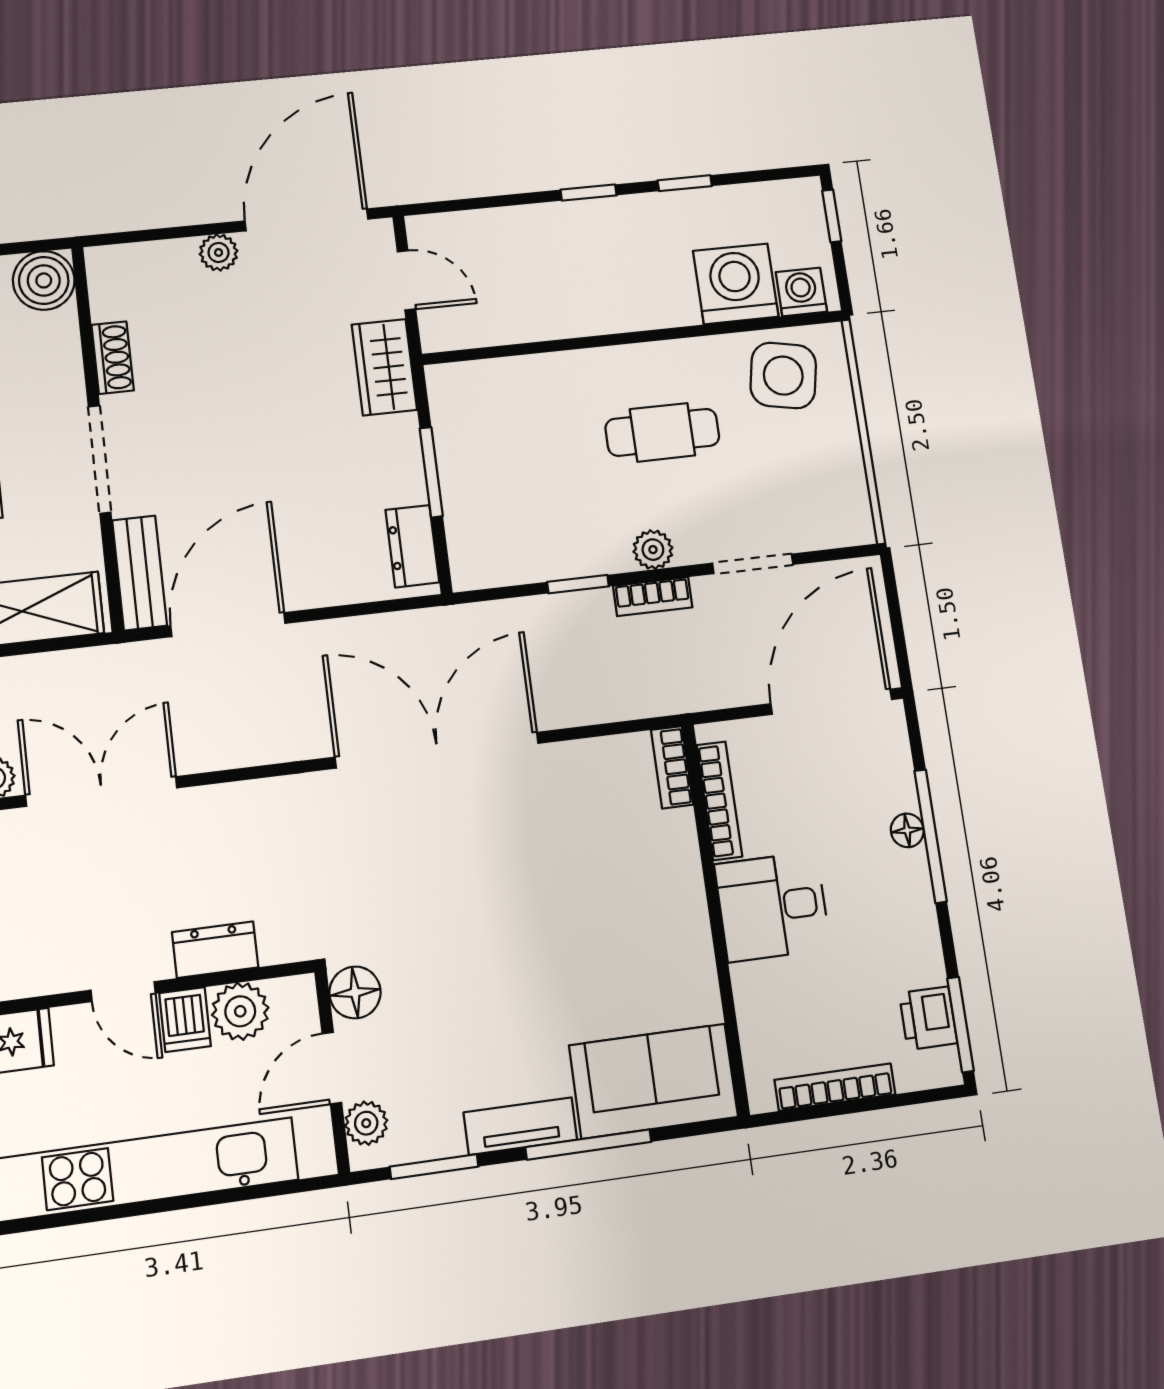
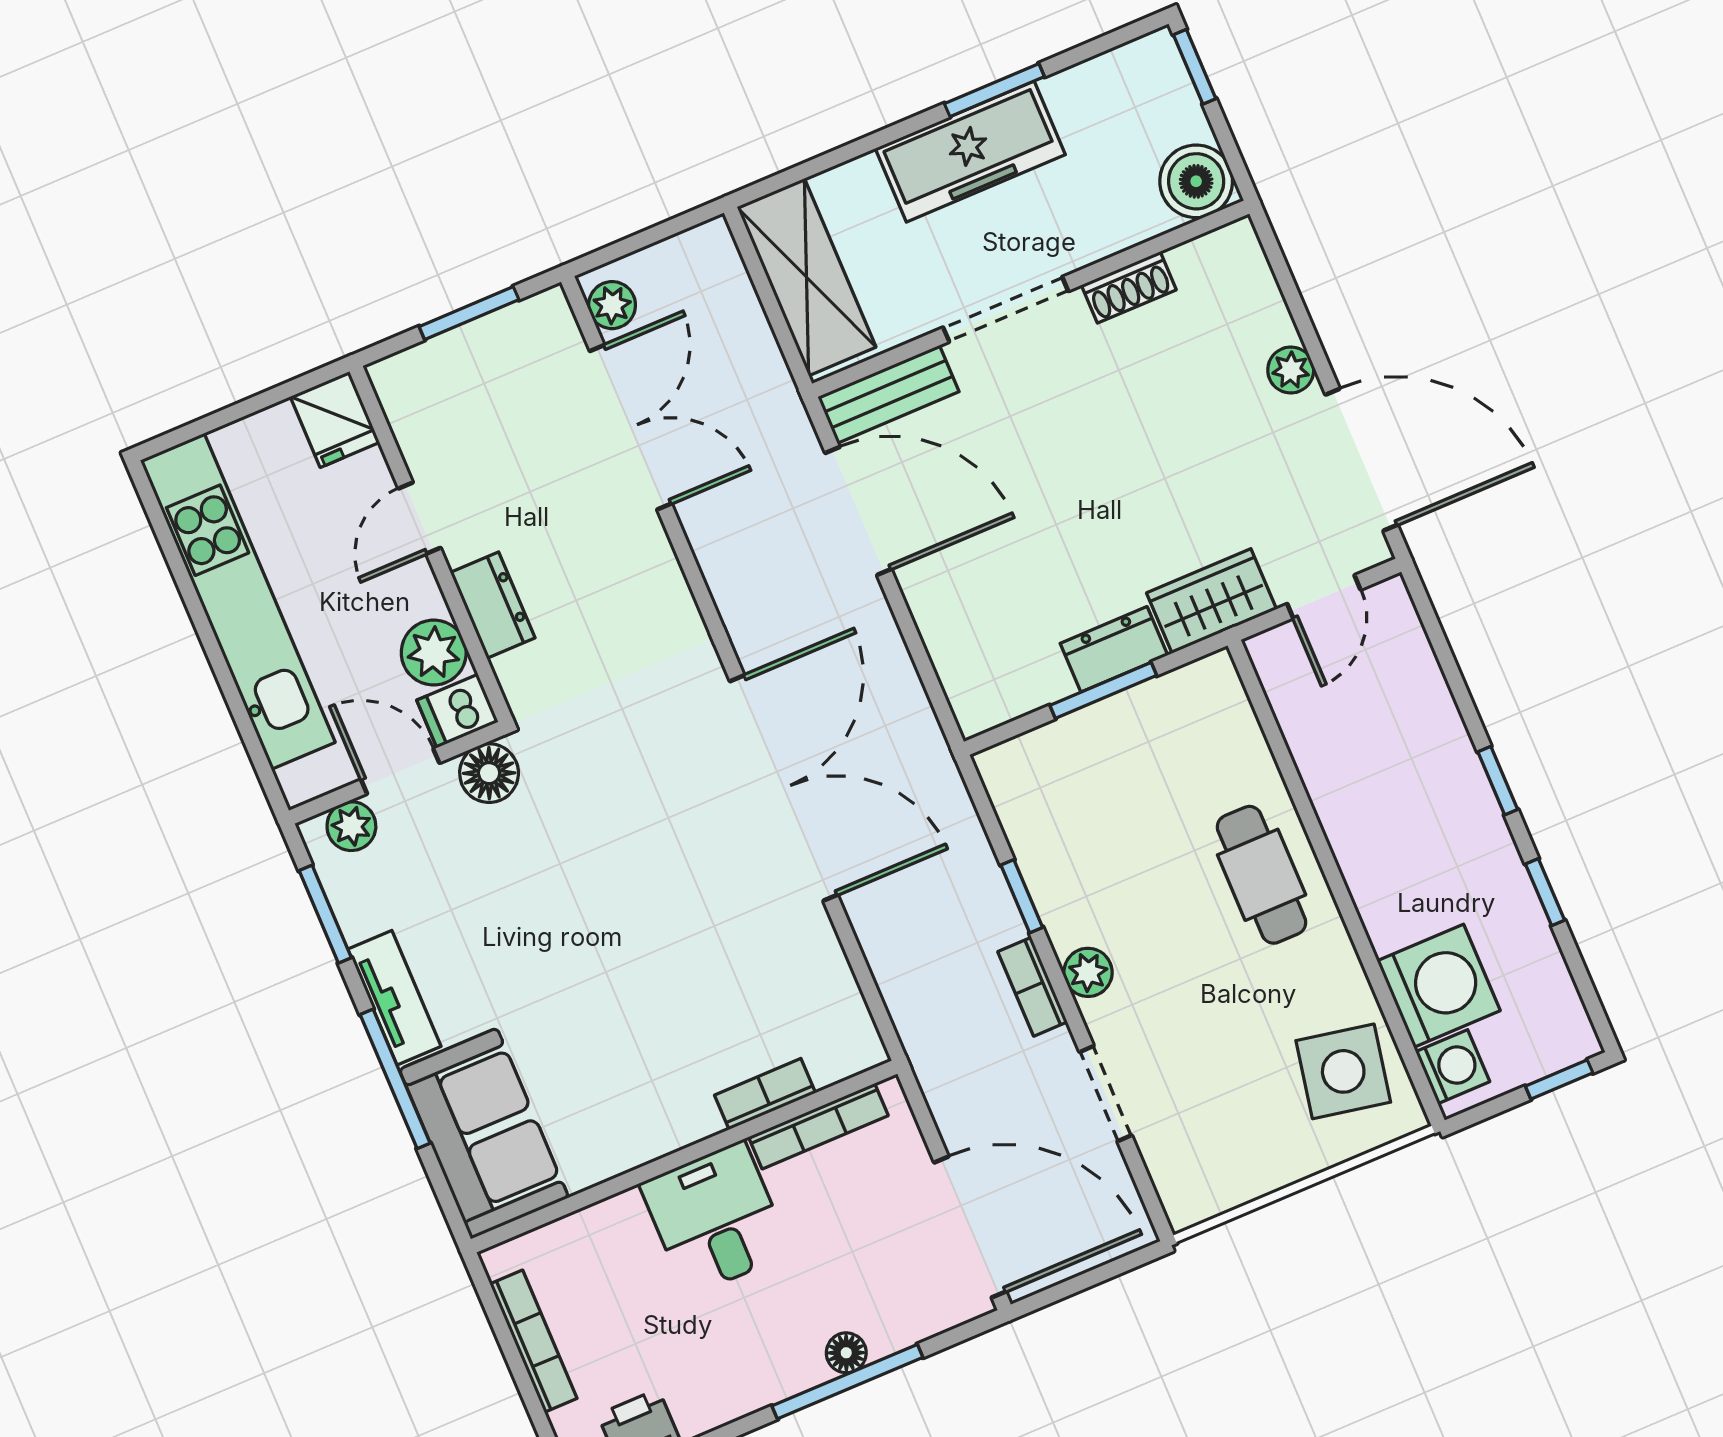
cafe table: (662, 432) -> (1262, 875), moved
dresser: (412, 546) -> (1114, 649), moved
bookcase: (672, 767) -> (765, 1094), moved
dishwasher: (185, 1020) -> (457, 711), moved

